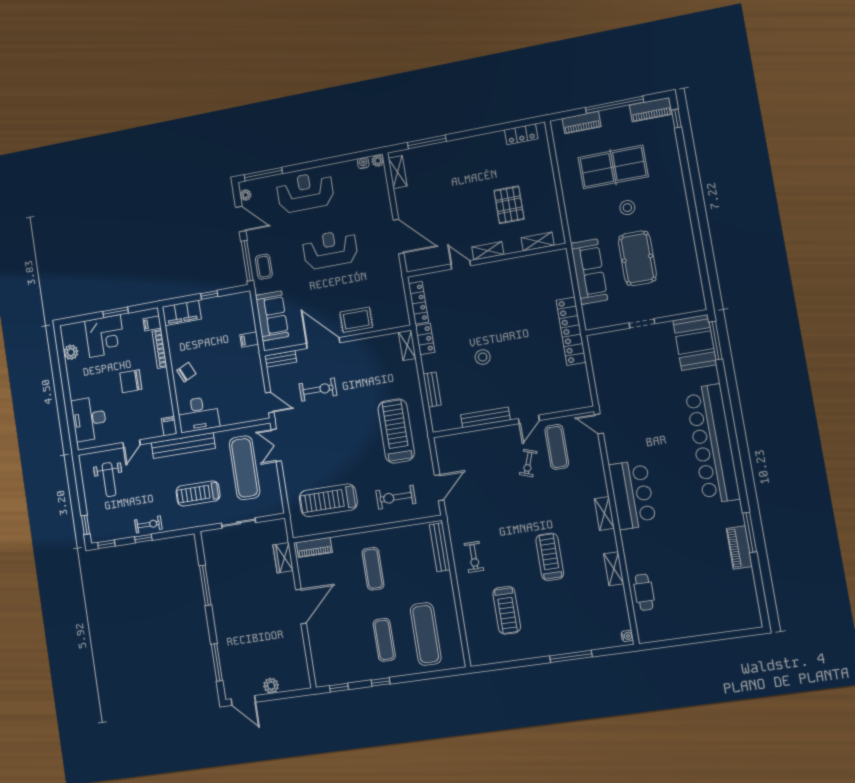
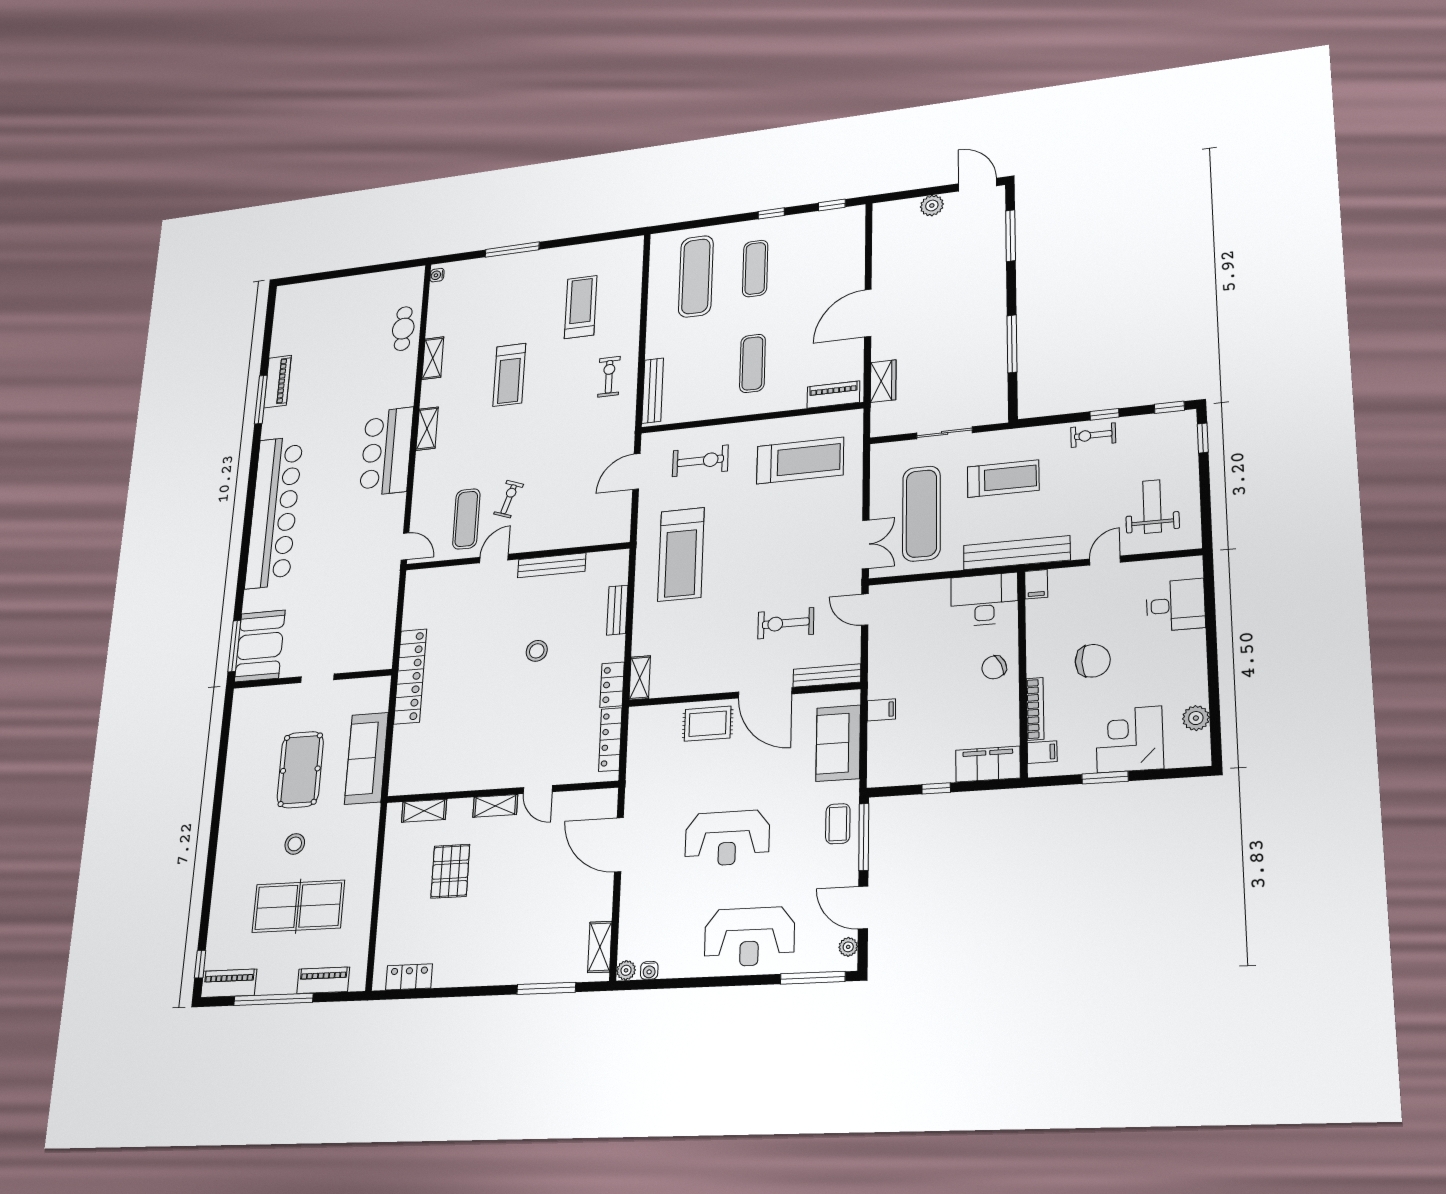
bench: (281, 359) -> (827, 676), width x1.36
desk: (89, 419) -> (1176, 605), width x0.73

